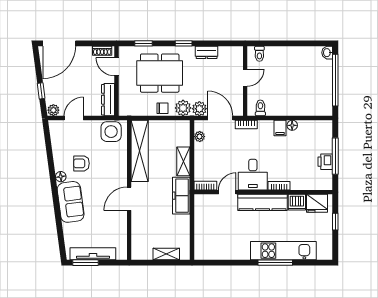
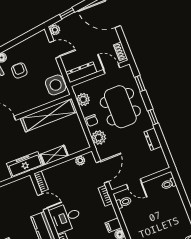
door: (117, 67) -> (112, 69), hinge flipped
door: (245, 78) -> (134, 184), moved
plant: (199, 109) -> (83, 99), moved

